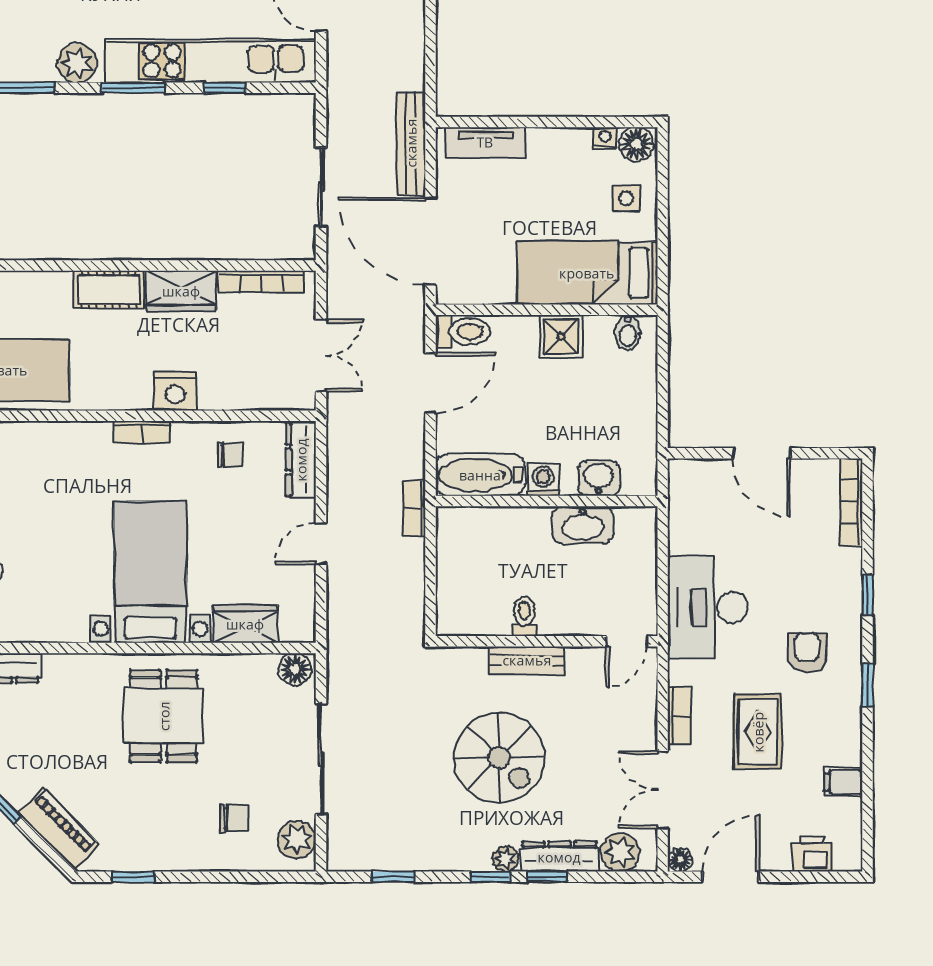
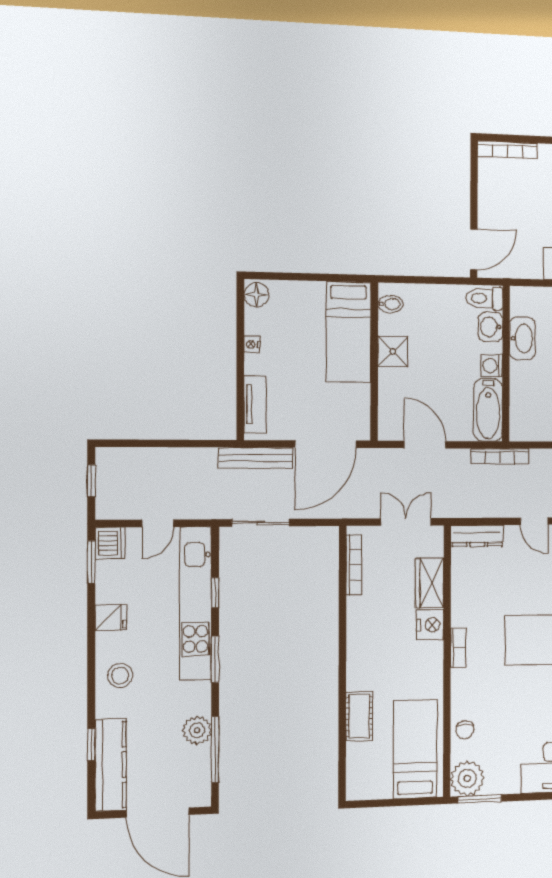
plant: (77, 63) -> (197, 730), moved
nightstand: (605, 138) -> (252, 344), moved
sliding door: (321, 187) -> (261, 523), moved
side table: (626, 198) -> (295, 303), removed
cot: (108, 290) -> (359, 716), moved
wardrobe: (181, 291) -> (430, 583), moved, turned 180
toilet: (463, 331) -> (484, 298), moved, turned -90
door: (761, 453) -> (474, 249), moved
chair: (230, 455) -> (465, 730), moved, turned 180
bookcase: (414, 508) -> (500, 456), width x1.56

